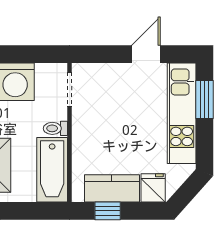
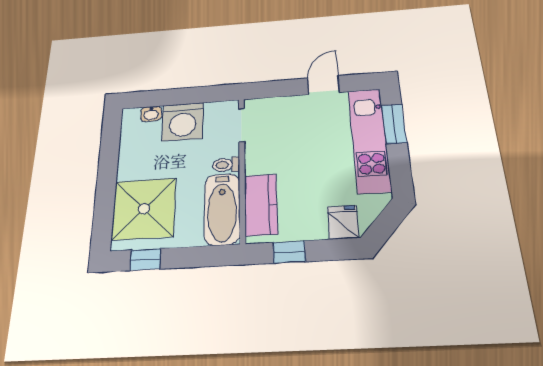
kitchen counter: (112, 188) -> (261, 205), moved, turned 90

